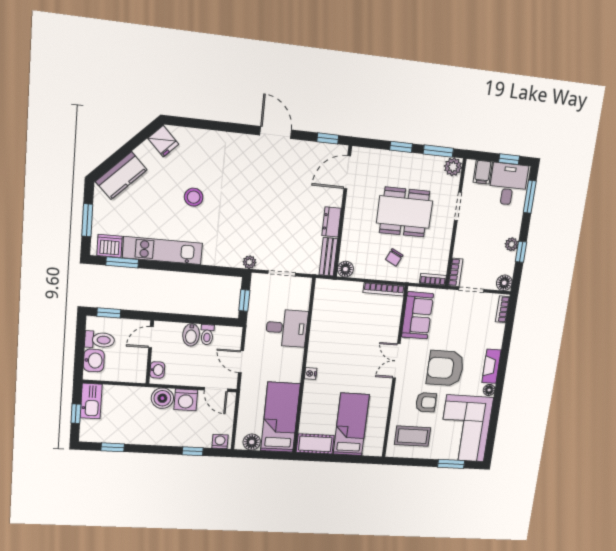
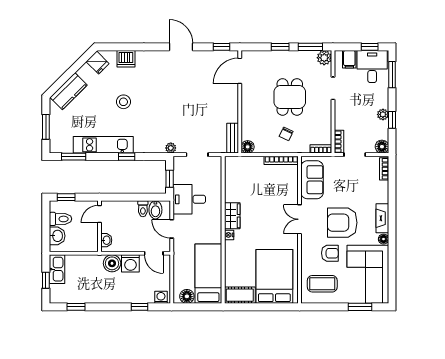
dining table: (405, 212) -> (290, 97), width x0.73
dresser: (332, 222) -> (232, 110), removed
dishwasher: (110, 246) -> (126, 59), moved, turned 180
window: (192, 268) -> (127, 157), added
desk: (287, 328) -> (189, 199), moved, turned 180
bidet: (191, 335) -> (155, 210), moved
wardrobe: (317, 351) -> (232, 216), added
bed: (351, 424) -> (274, 276), width x1.50

